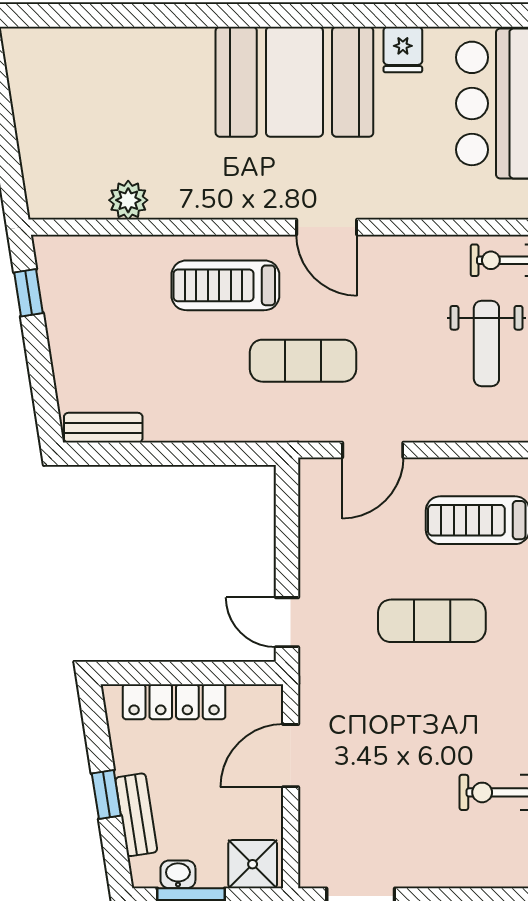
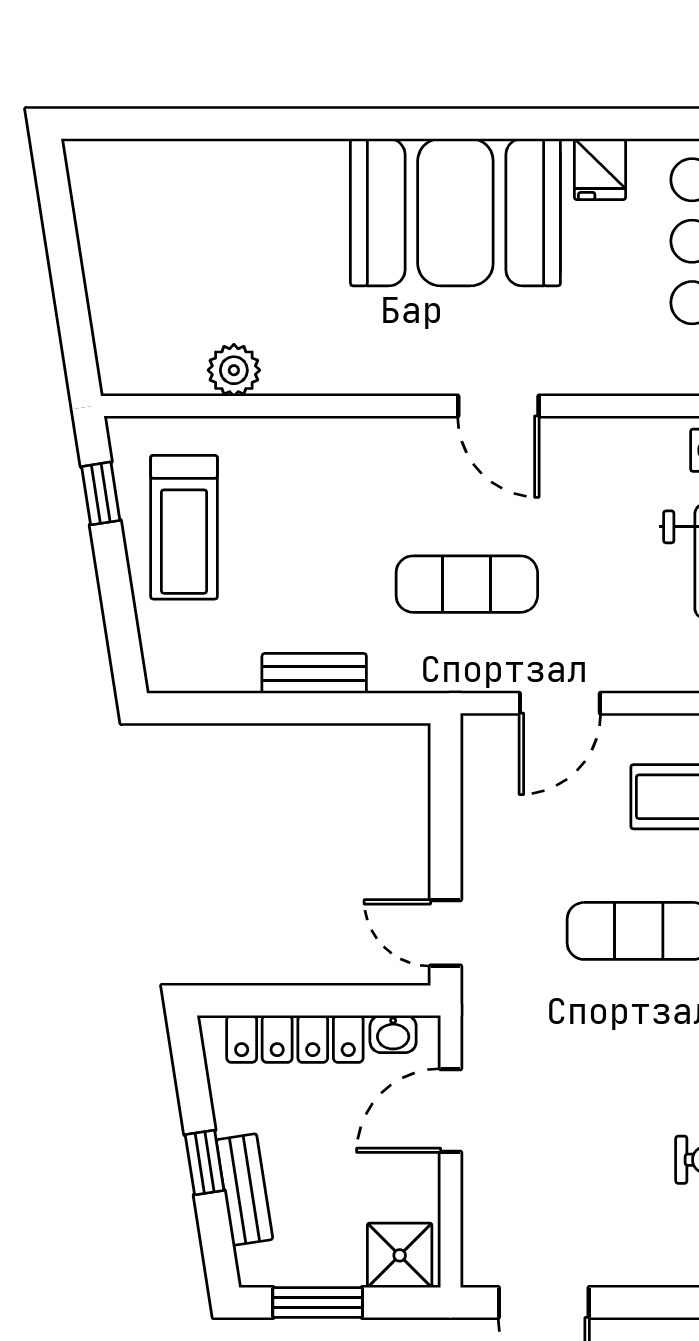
treadmill: (225, 285) -> (184, 527), moved, turned -90
bench: (103, 428) -> (314, 673), moved
washbasin: (178, 874) -> (393, 1034), moved, turned 180

